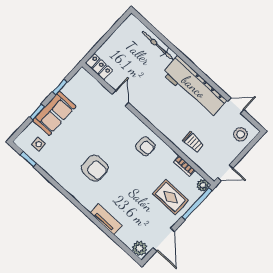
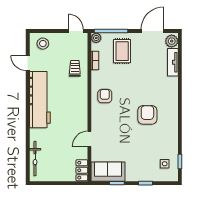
bicycle: (157, 45) -> (35, 159), moved
sofa: (54, 113) -> (108, 172), moved
tv unit: (106, 219) -> (173, 62), moved

